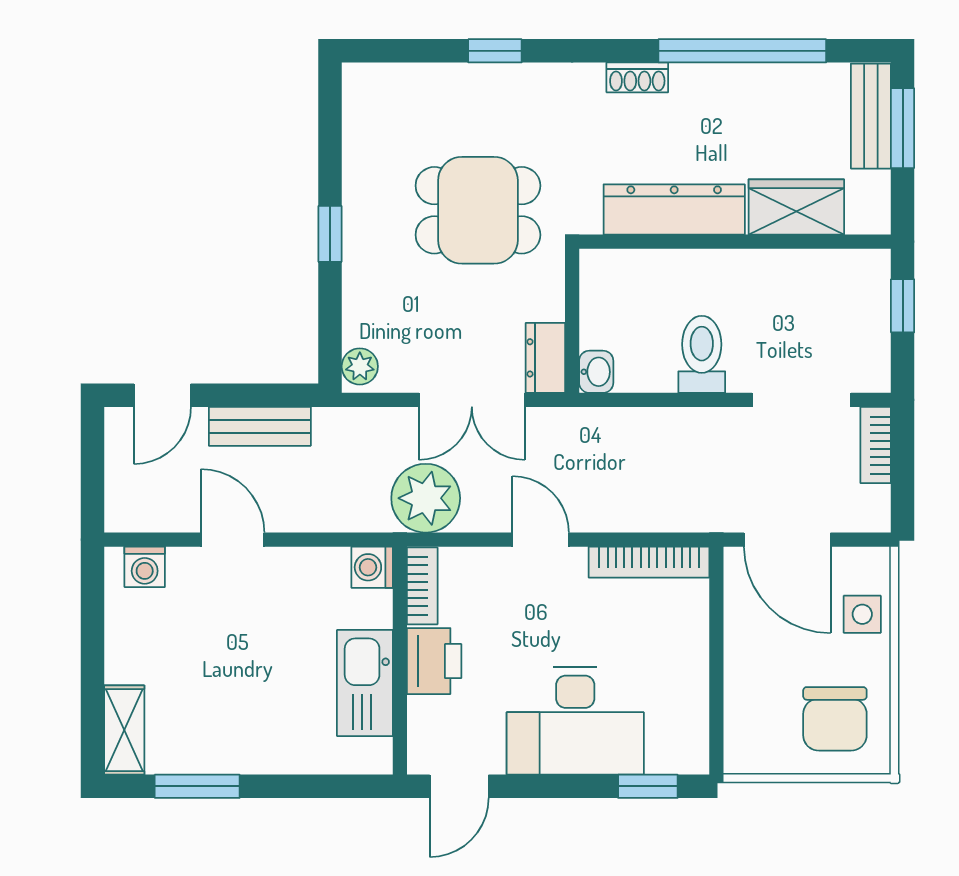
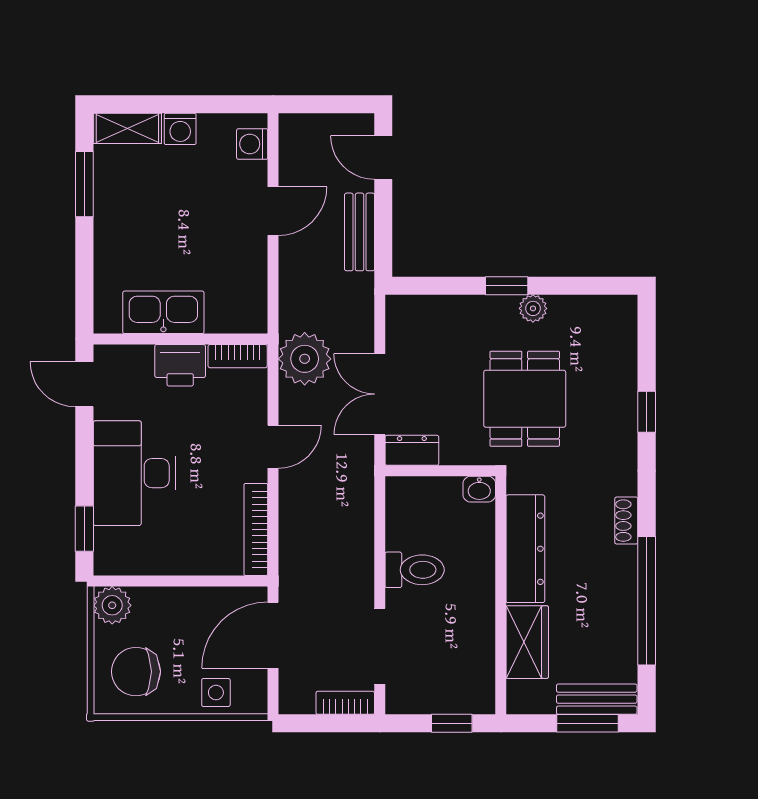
plant: (360, 366) -> (533, 308), moved
washbasin: (596, 372) -> (479, 489), moved
washing machine: (372, 567) -> (180, 129), moved, turned 180
plant: (748, 750) -> (112, 605), added

